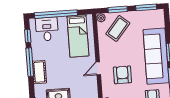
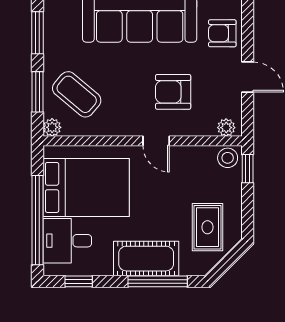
bed: (78, 36) -> (86, 187), width x1.50
window: (30, 62) -> (158, 281), moved
cot: (39, 72) -> (146, 259), width x1.37, depth x1.34

